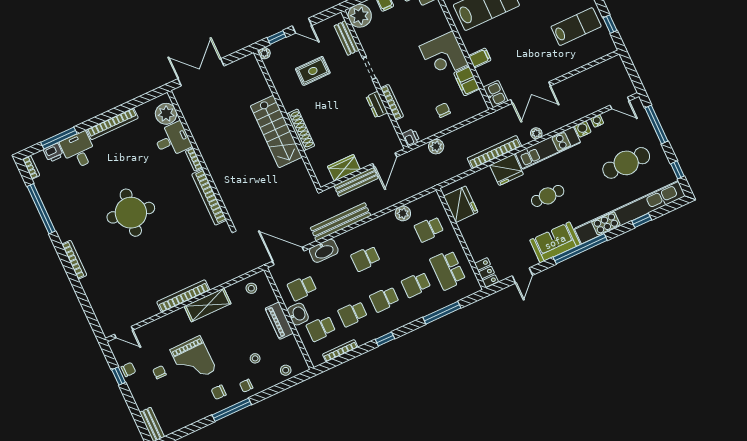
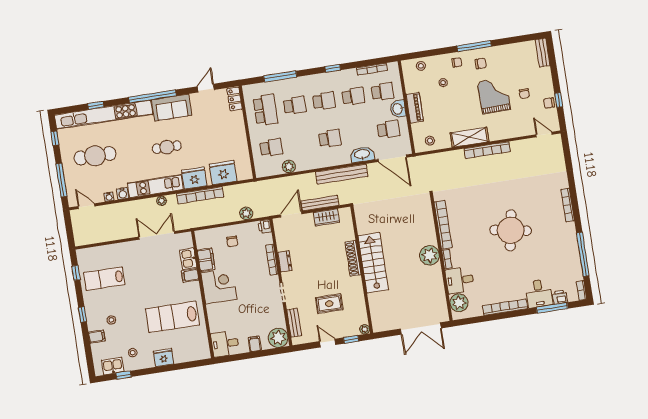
kitchen sink: (495, 94) -> (188, 259), moved
plant: (215, 158) -> (430, 255), added
fridge: (461, 204) -> (223, 173), moved, turned 90

